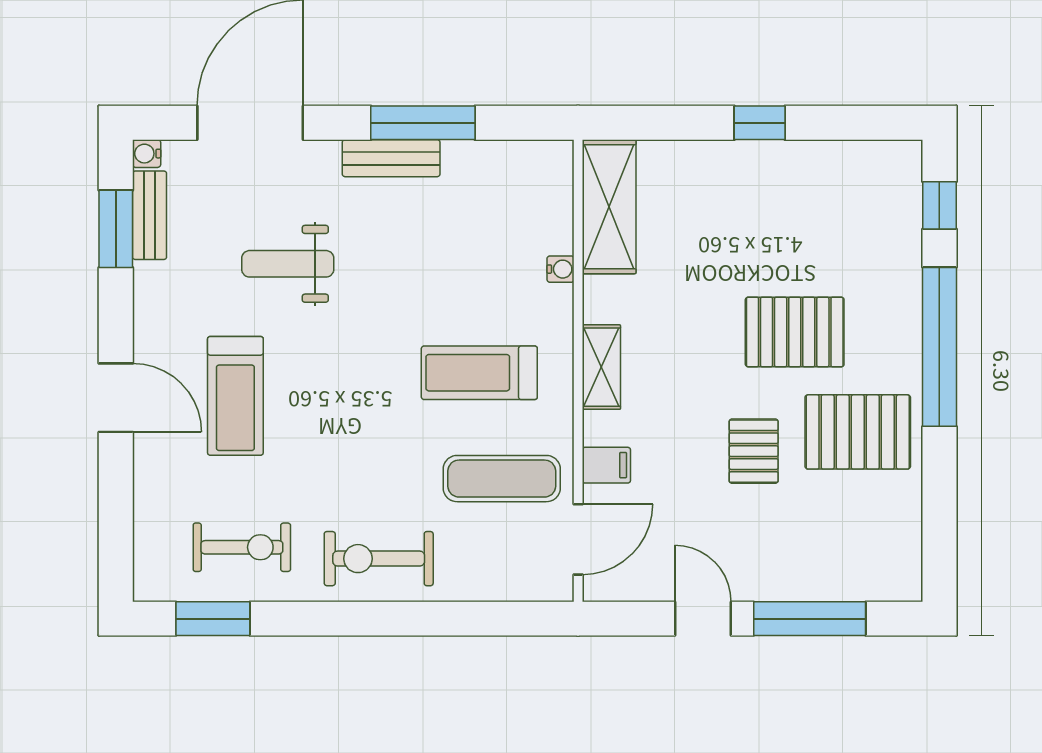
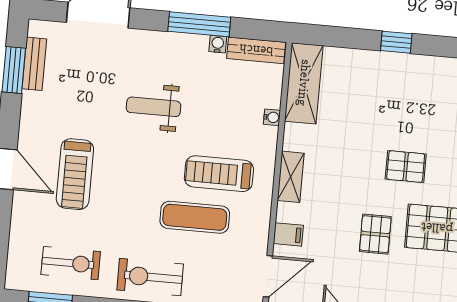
water cooler: (147, 154) -> (218, 44), moved, turned 90
bench: (391, 158) -> (256, 50), moved
weight bench: (288, 264) -> (153, 107), moved
pallet: (795, 332) -> (406, 167), width x0.67, depth x0.71
exercise mat: (502, 479) -> (195, 217), moved

